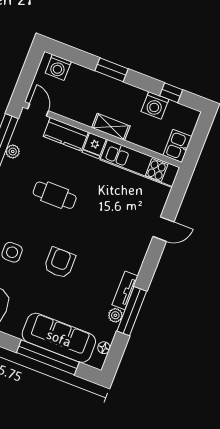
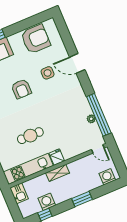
kitchen counter: (66, 134) -> (75, 150), removed
cafe table: (55, 195) -> (30, 136), moved

